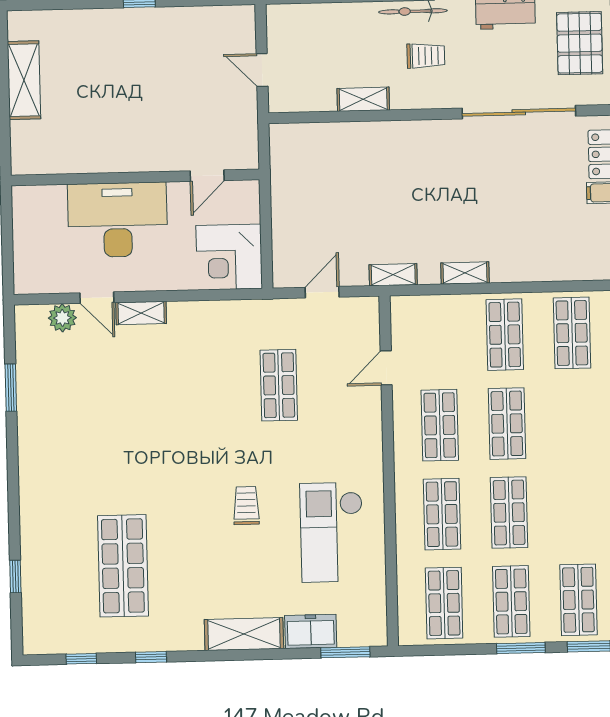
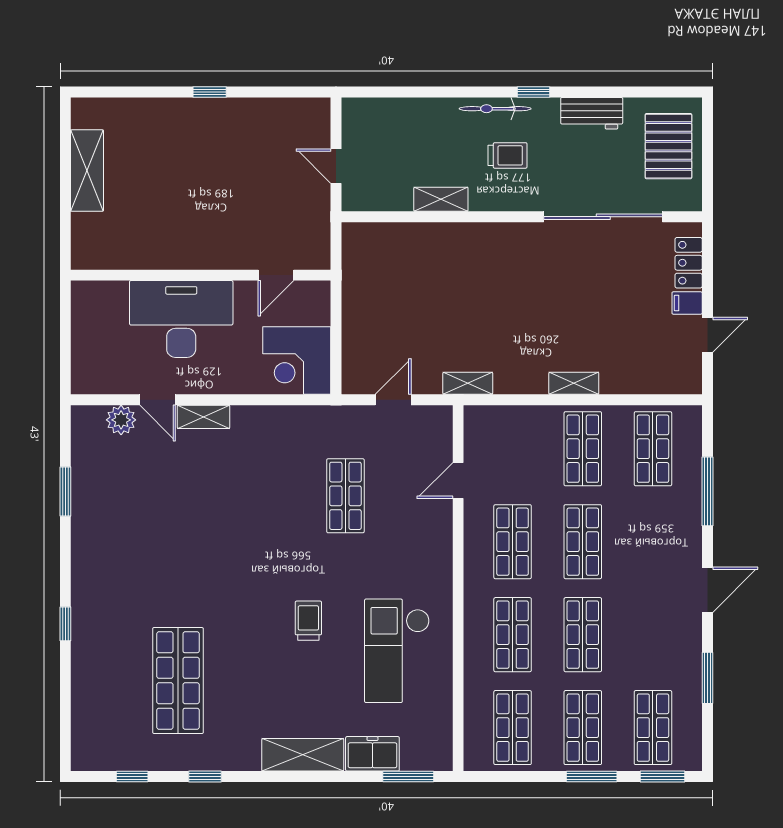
shelving: (465, 273) -> (574, 383), moved
window: (15, 577) -> (65, 624), moved

